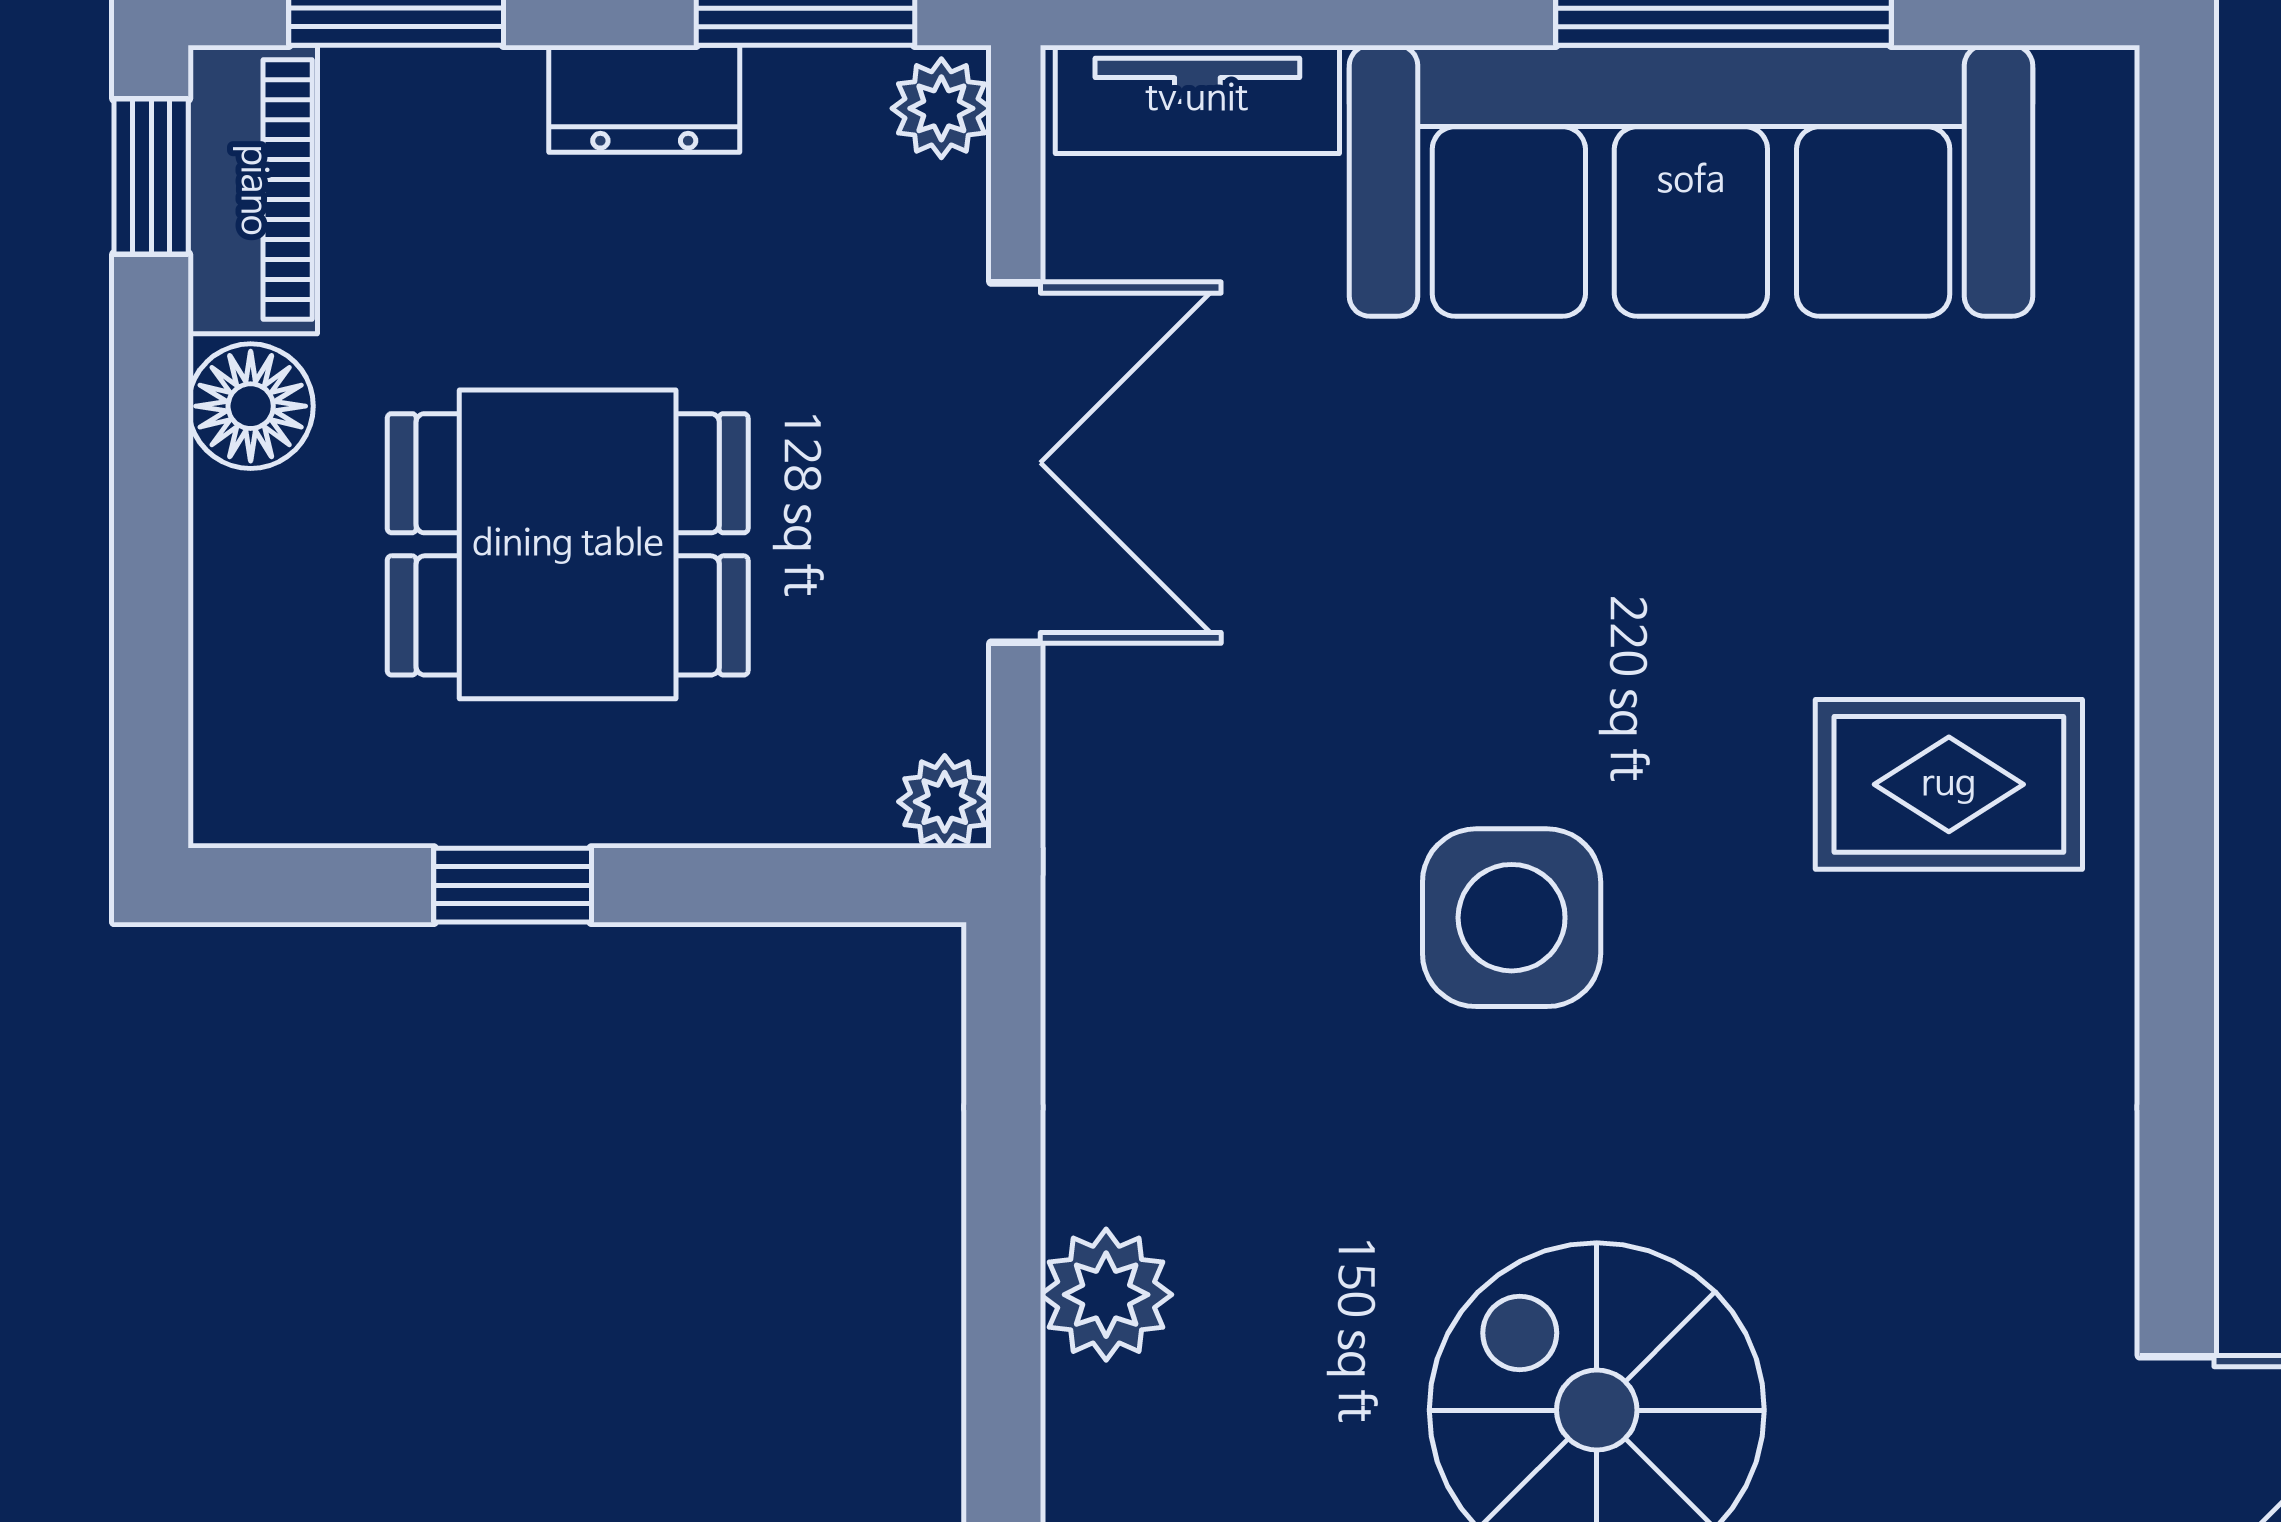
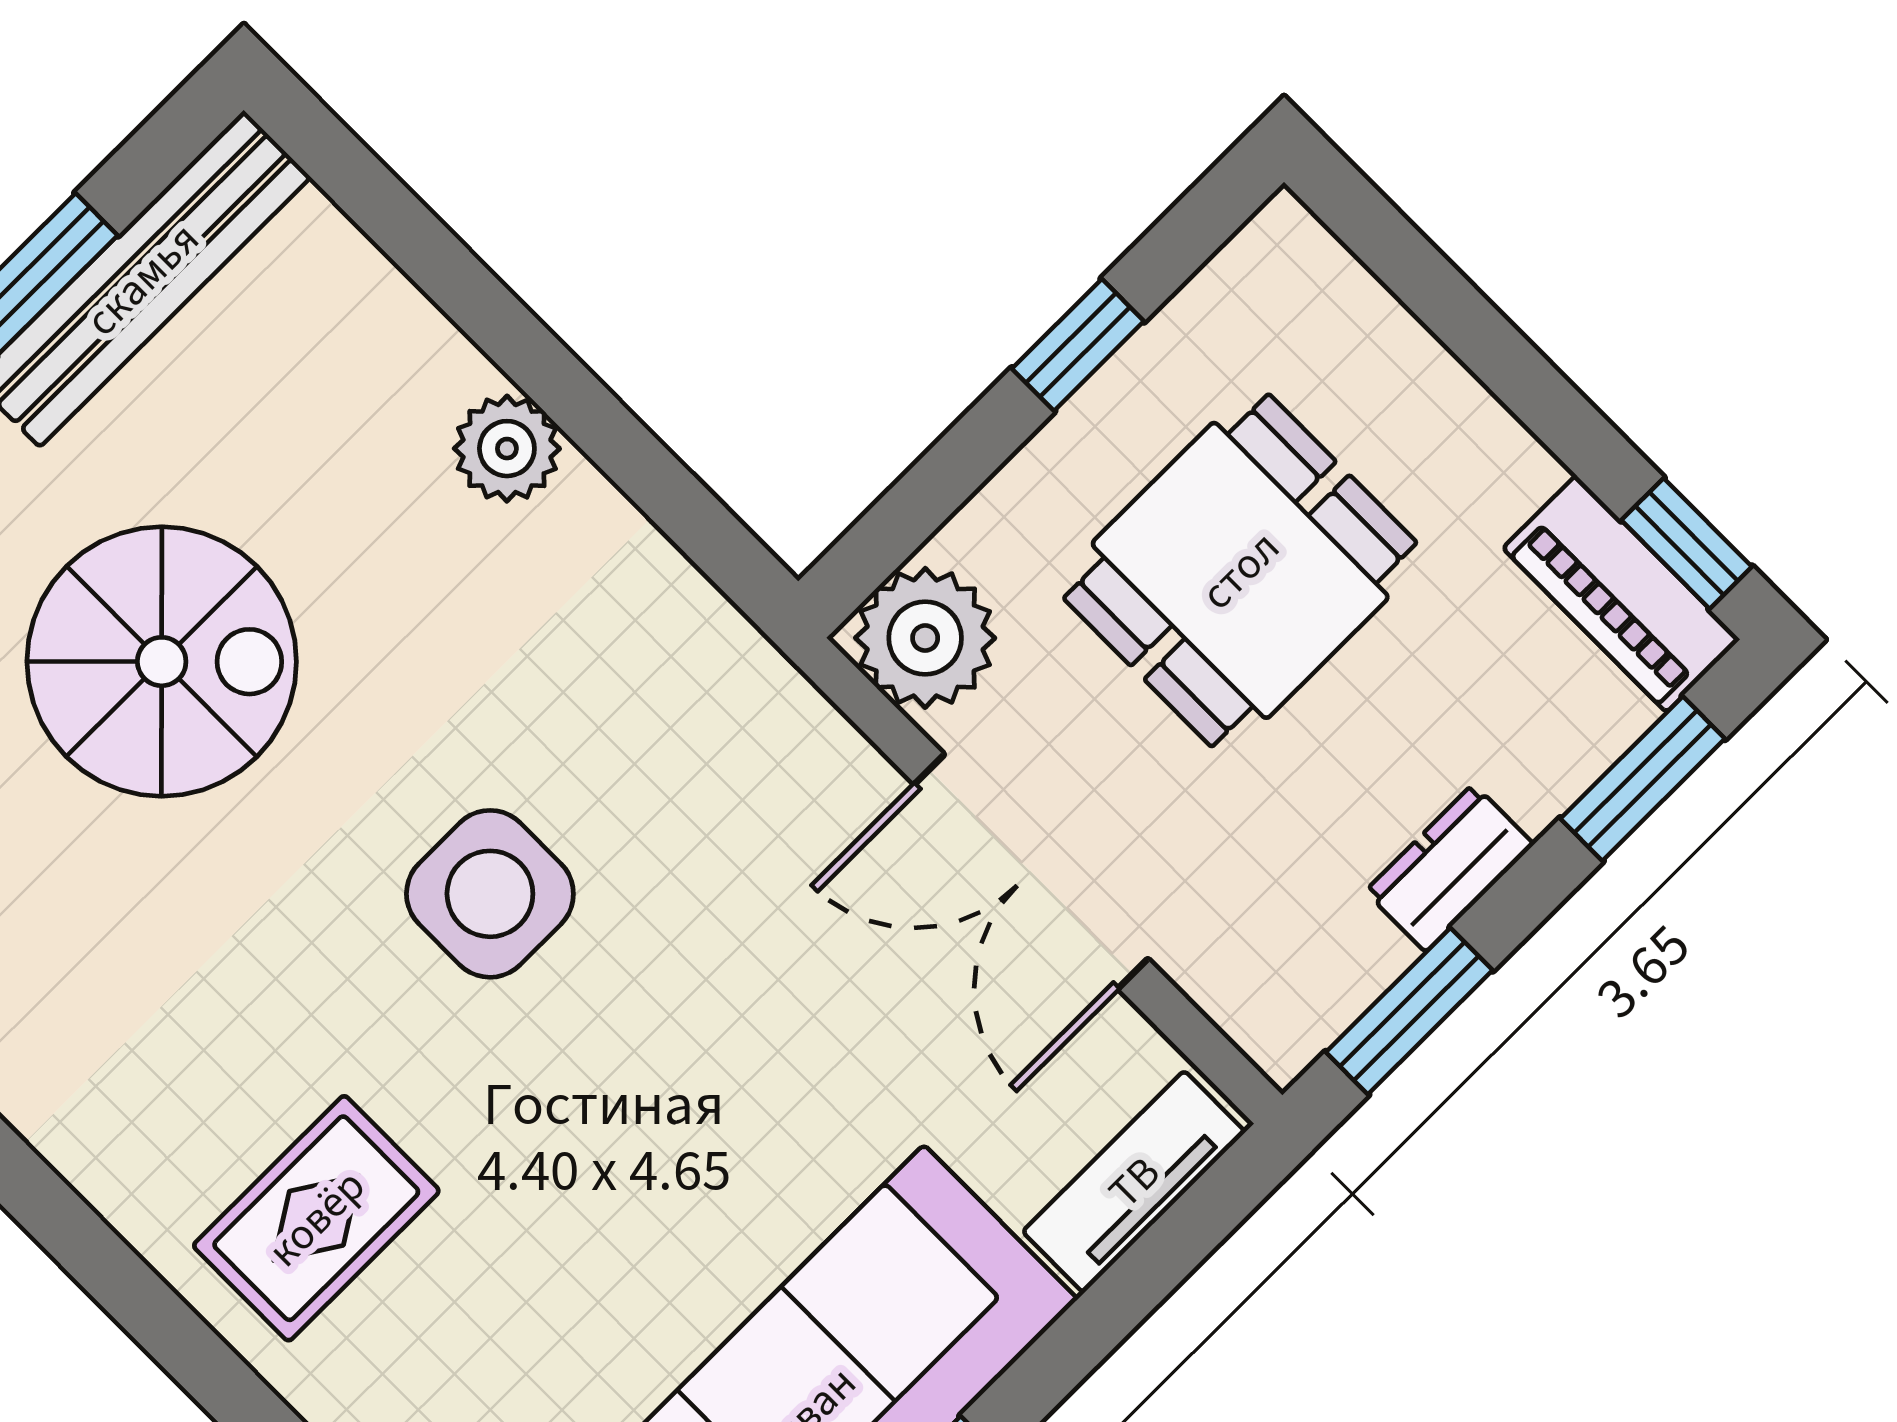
plant: (941, 108) -> (1275, 1031), removed
floor lamp: (251, 406) -> (1499, 469), removed
plant: (945, 802) -> (925, 638), width x1.88, depth x1.88

